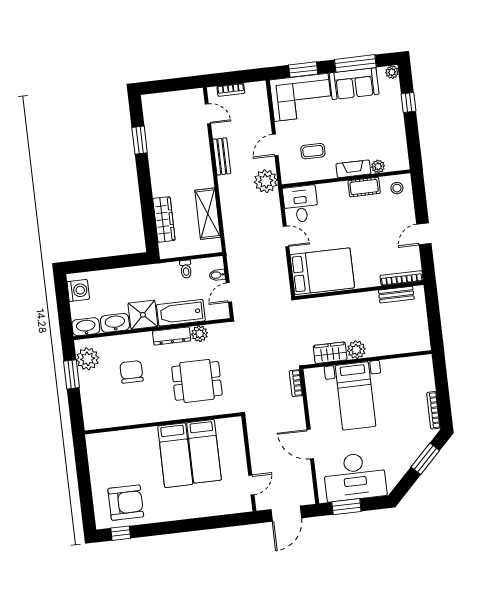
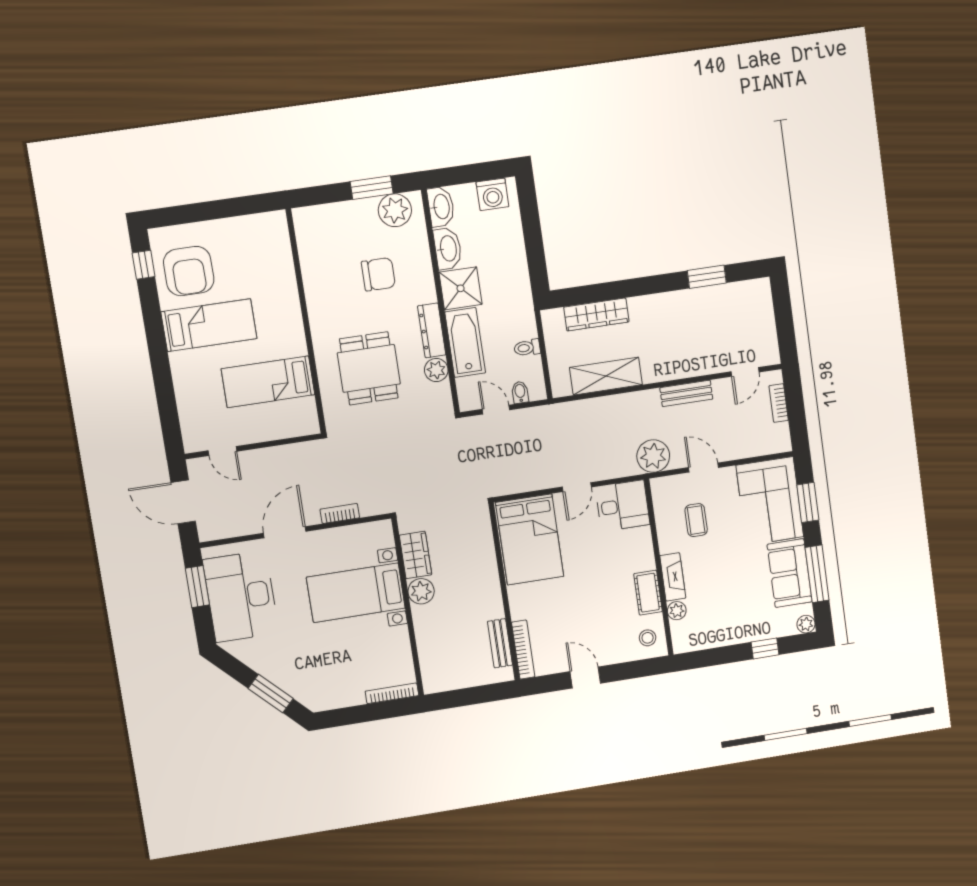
bookcase: (296, 383) -> (340, 514), moved
bookcase: (433, 410) -> (392, 693), moved
bed: (175, 455) -> (209, 325), moved, turned 180

